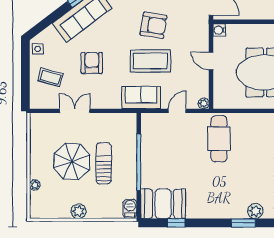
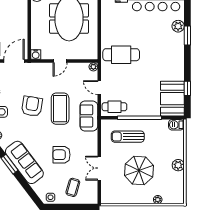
cafe table: (153, 130) -> (114, 107), added
sun lounger: (104, 163) -> (128, 137), moved

